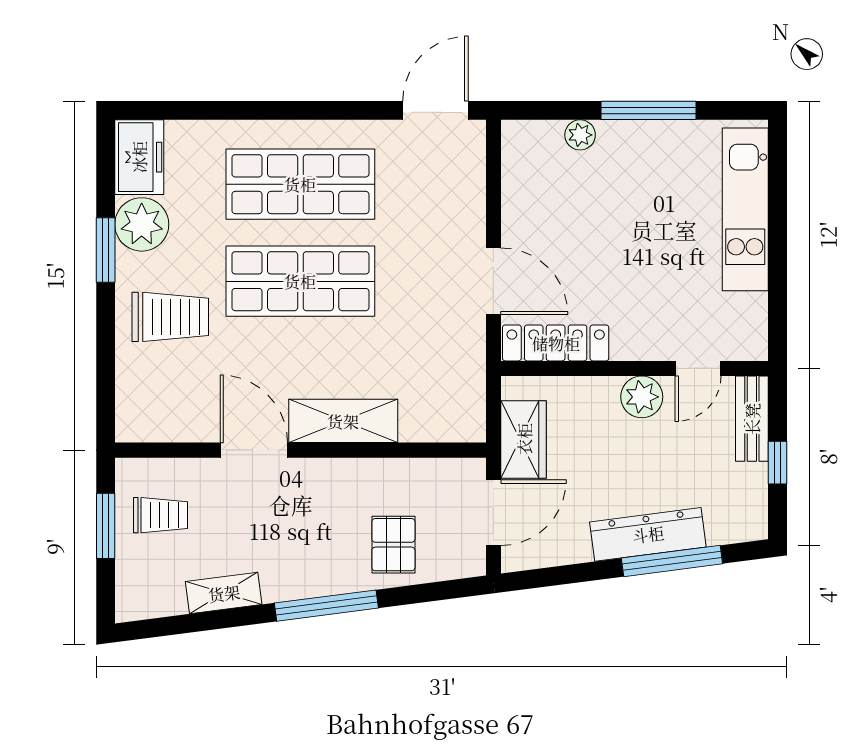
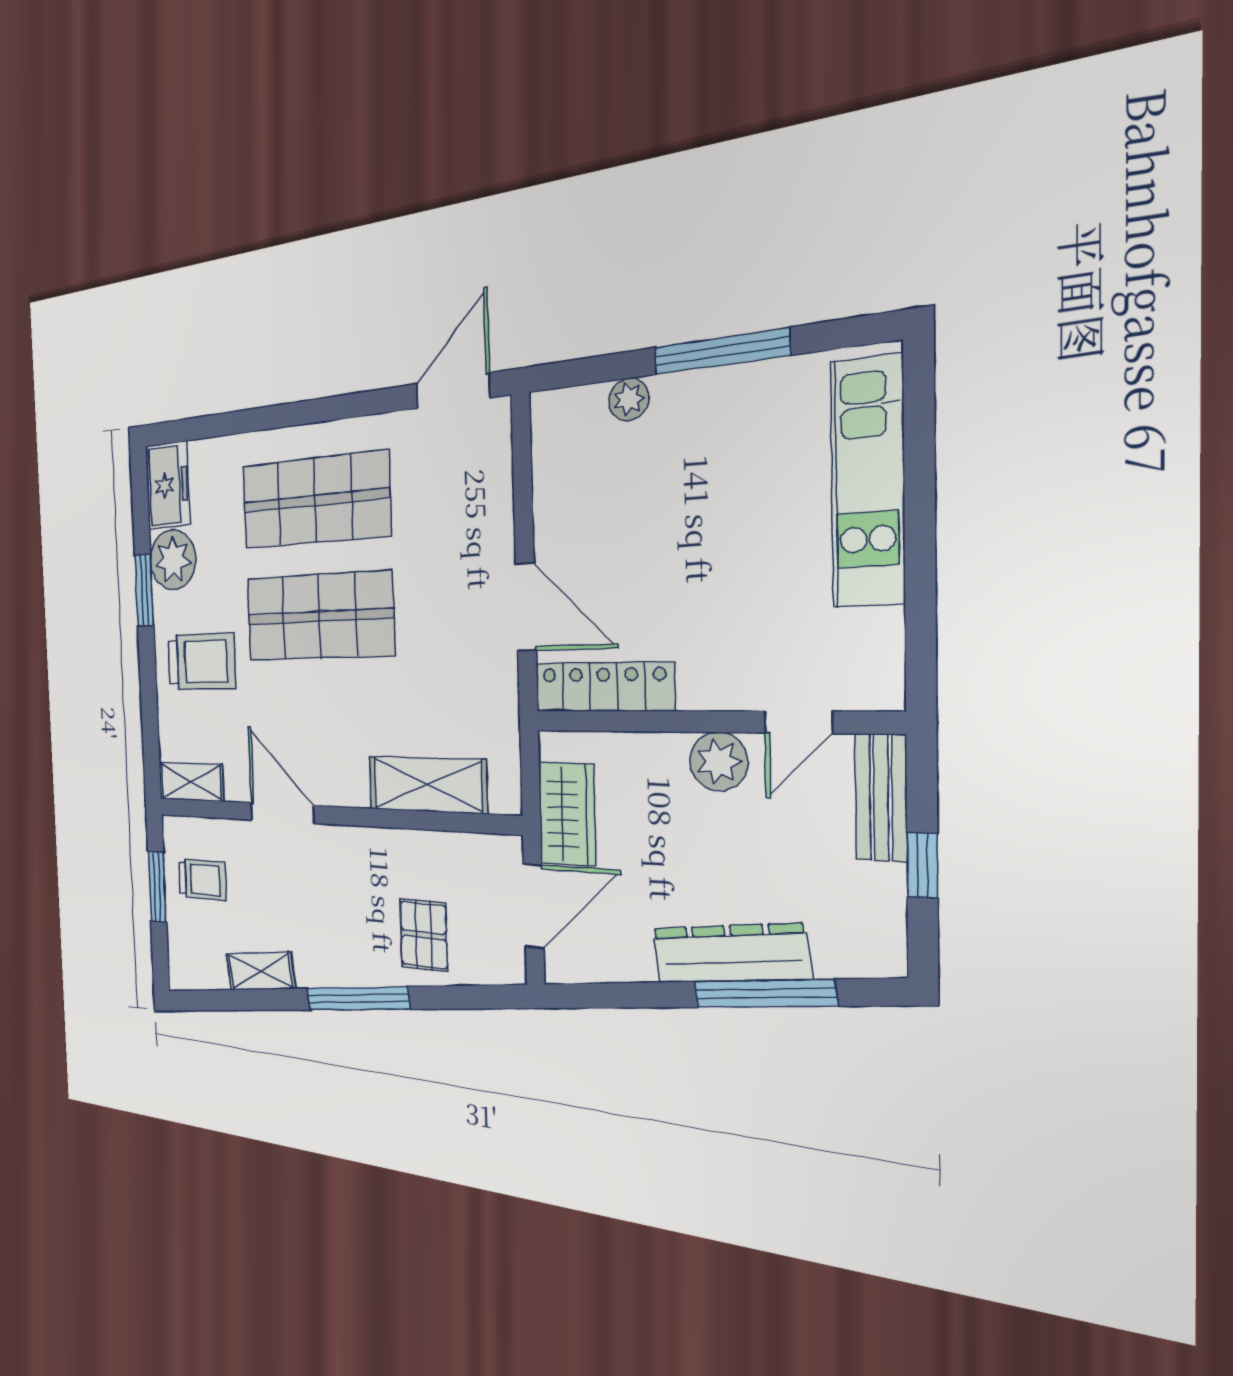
shelving: (343, 421) -> (427, 785), moved
shelving: (152, 426) -> (191, 782), added

